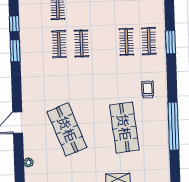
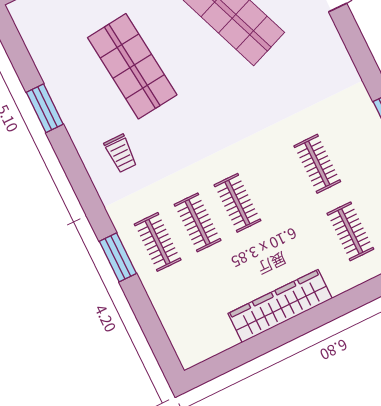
clothes rail: (81, 43) -> (237, 203), moved
window: (173, 126) -> (45, 108), width x0.47

